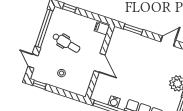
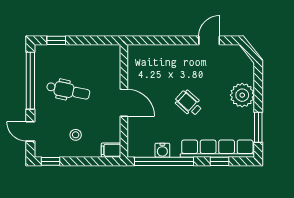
filing cabinet: (102, 28) -> (111, 150), moved
window: (133, 29) -> (155, 40), removed
wheelchair: (141, 77) -> (189, 103), added

